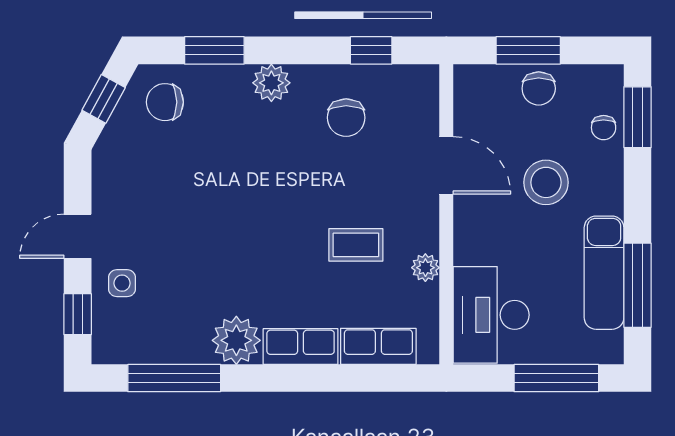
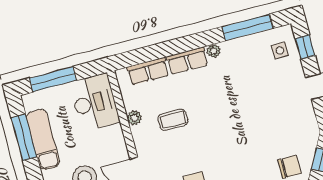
side table: (122, 283) -> (280, 50), moved
plant: (236, 340) -> (214, 51), width x0.53, depth x0.53

